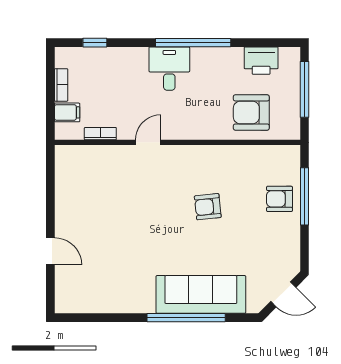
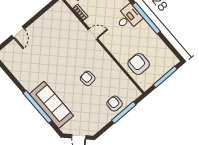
printer: (261, 61) -> (162, 51), removed

